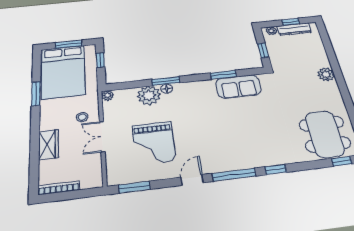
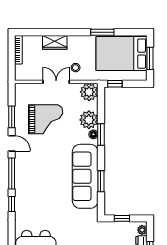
window: (100, 60) -> (115, 84), moved
sofa: (238, 87) -> (85, 176), width x1.85, depth x1.27
plant: (108, 95) -> (89, 92), width x1.88, depth x1.88
grand piano: (154, 143) -> (46, 119), turned 180
window: (134, 187) -> (12, 117), moved

